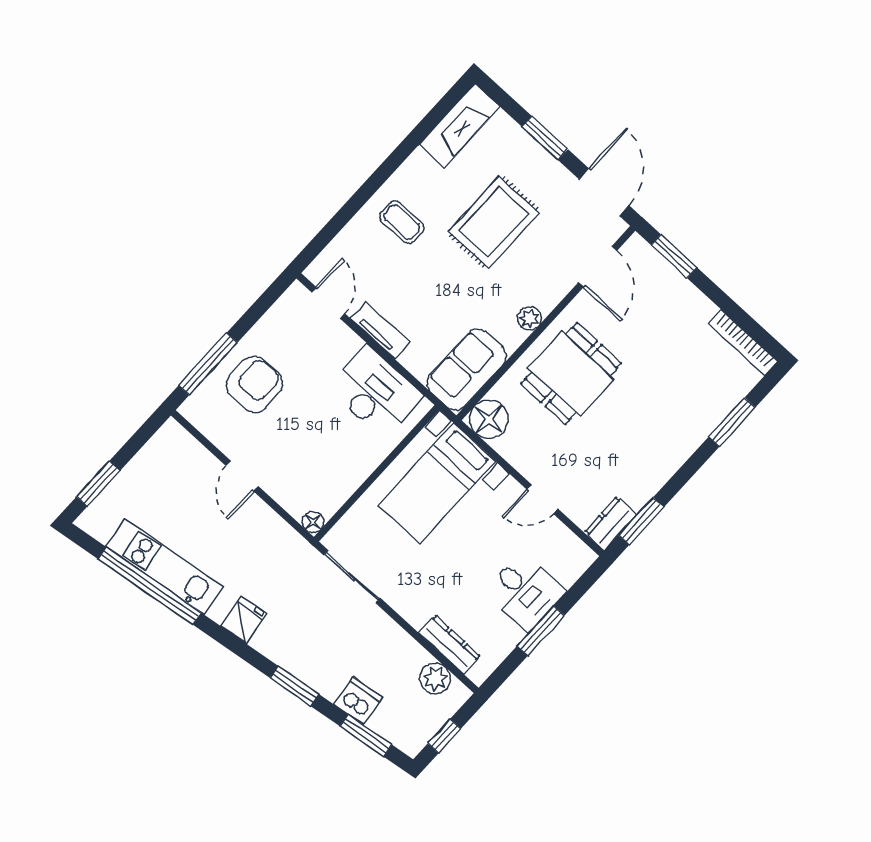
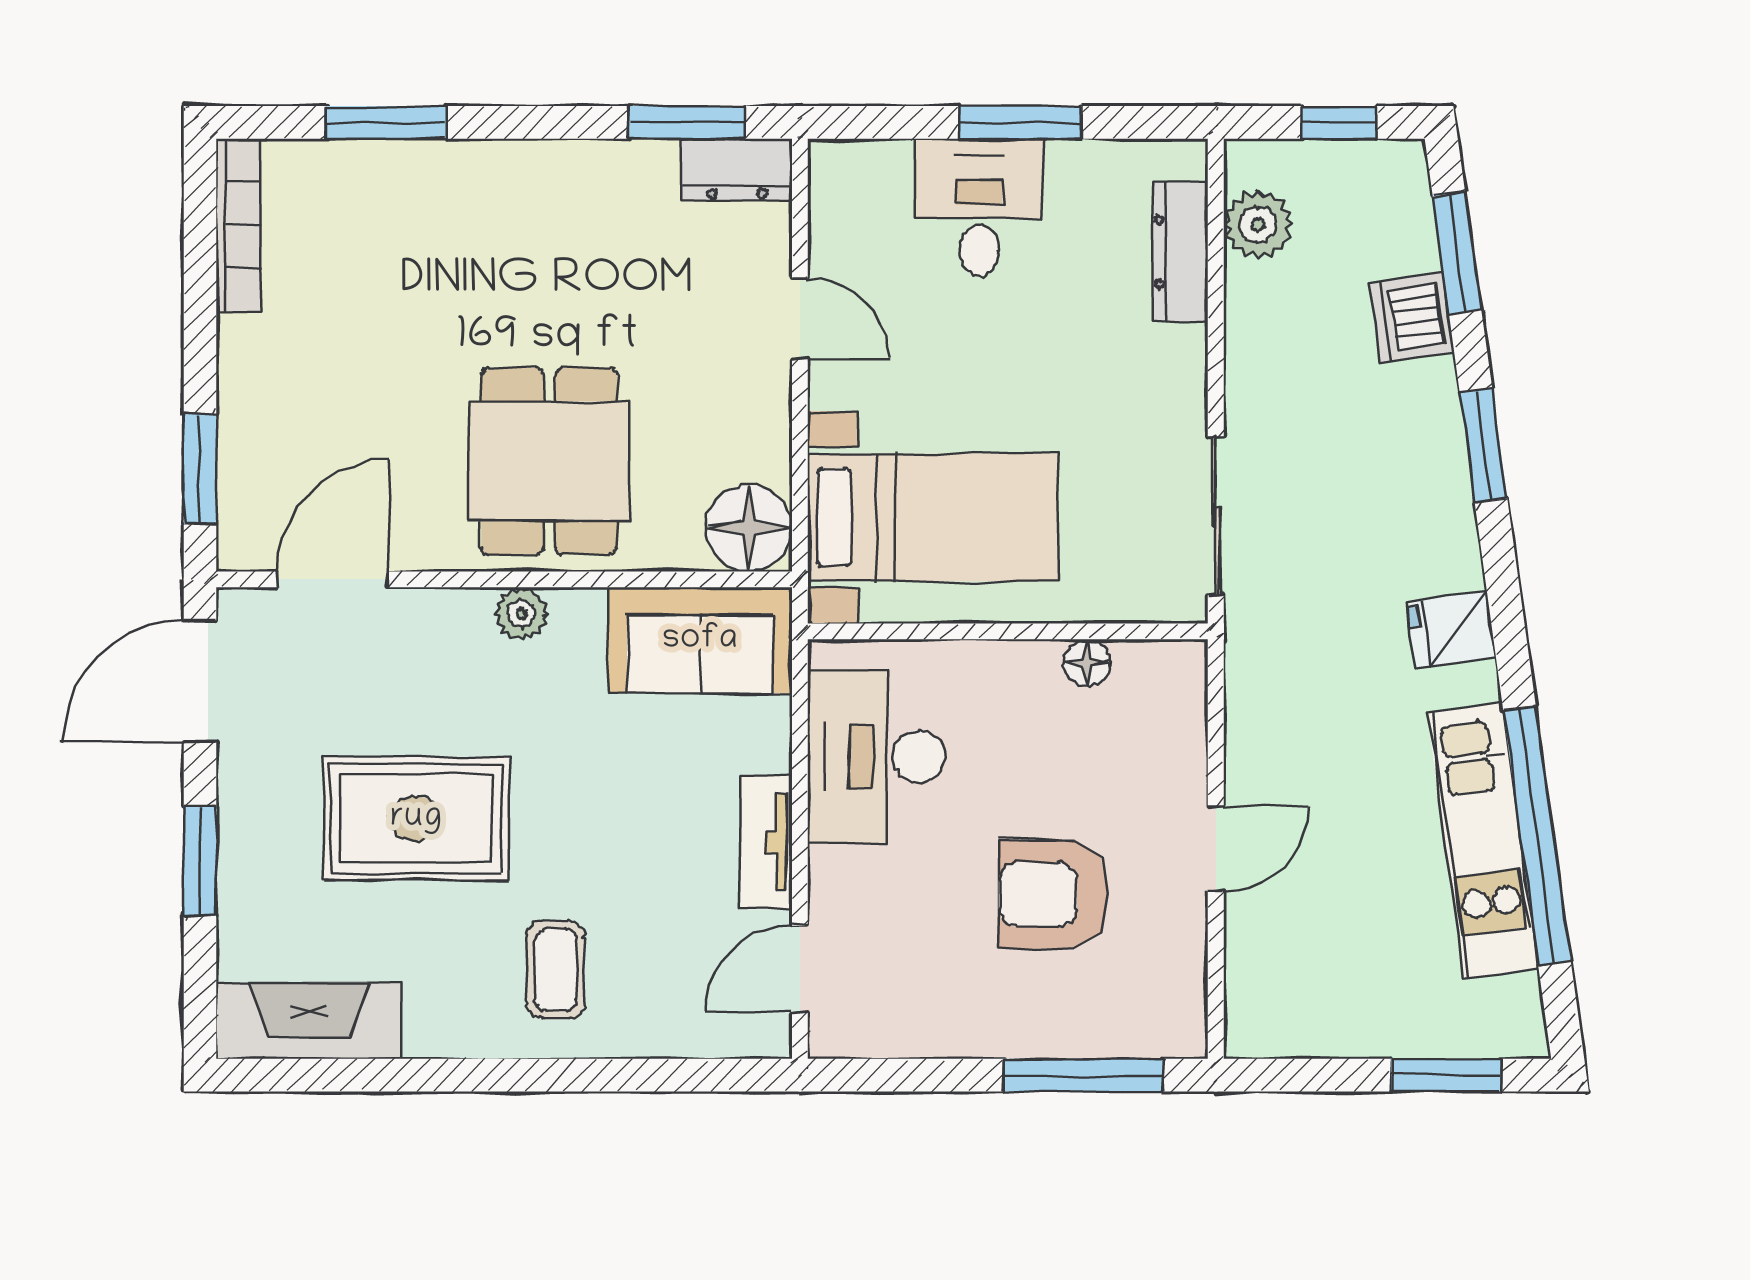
dining table: (571, 374) -> (549, 461), turned 90
armchair: (255, 384) -> (1053, 894), moved
floor lamp: (313, 522) -> (1087, 663), moved

